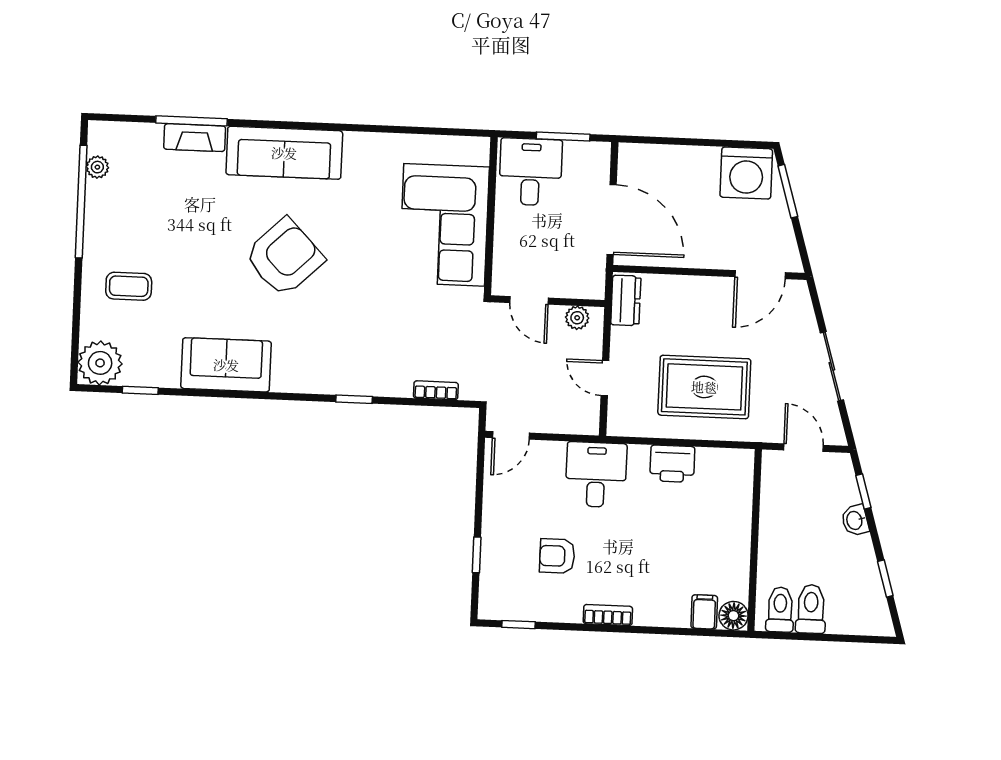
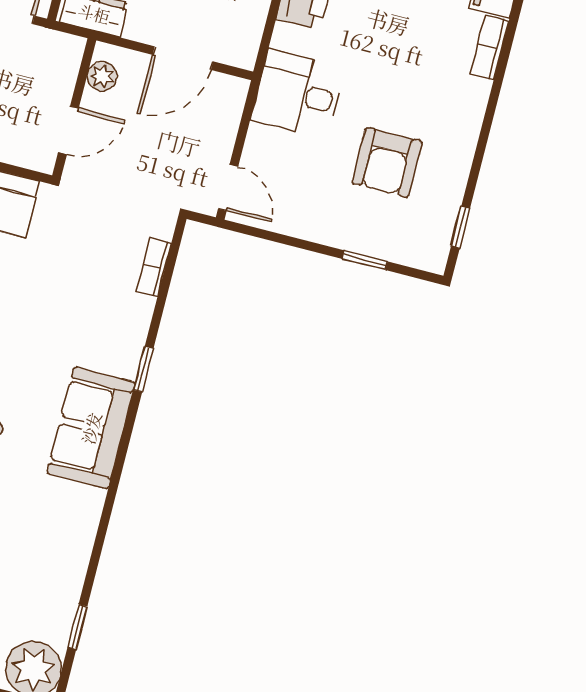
sofa: (226, 365) -> (91, 428), moved
door: (605, 378) -> (183, 58), width x1.38
armchair: (557, 556) -> (387, 162), width x1.38, depth x1.38
bookcase: (608, 615) -> (489, 47), moved

